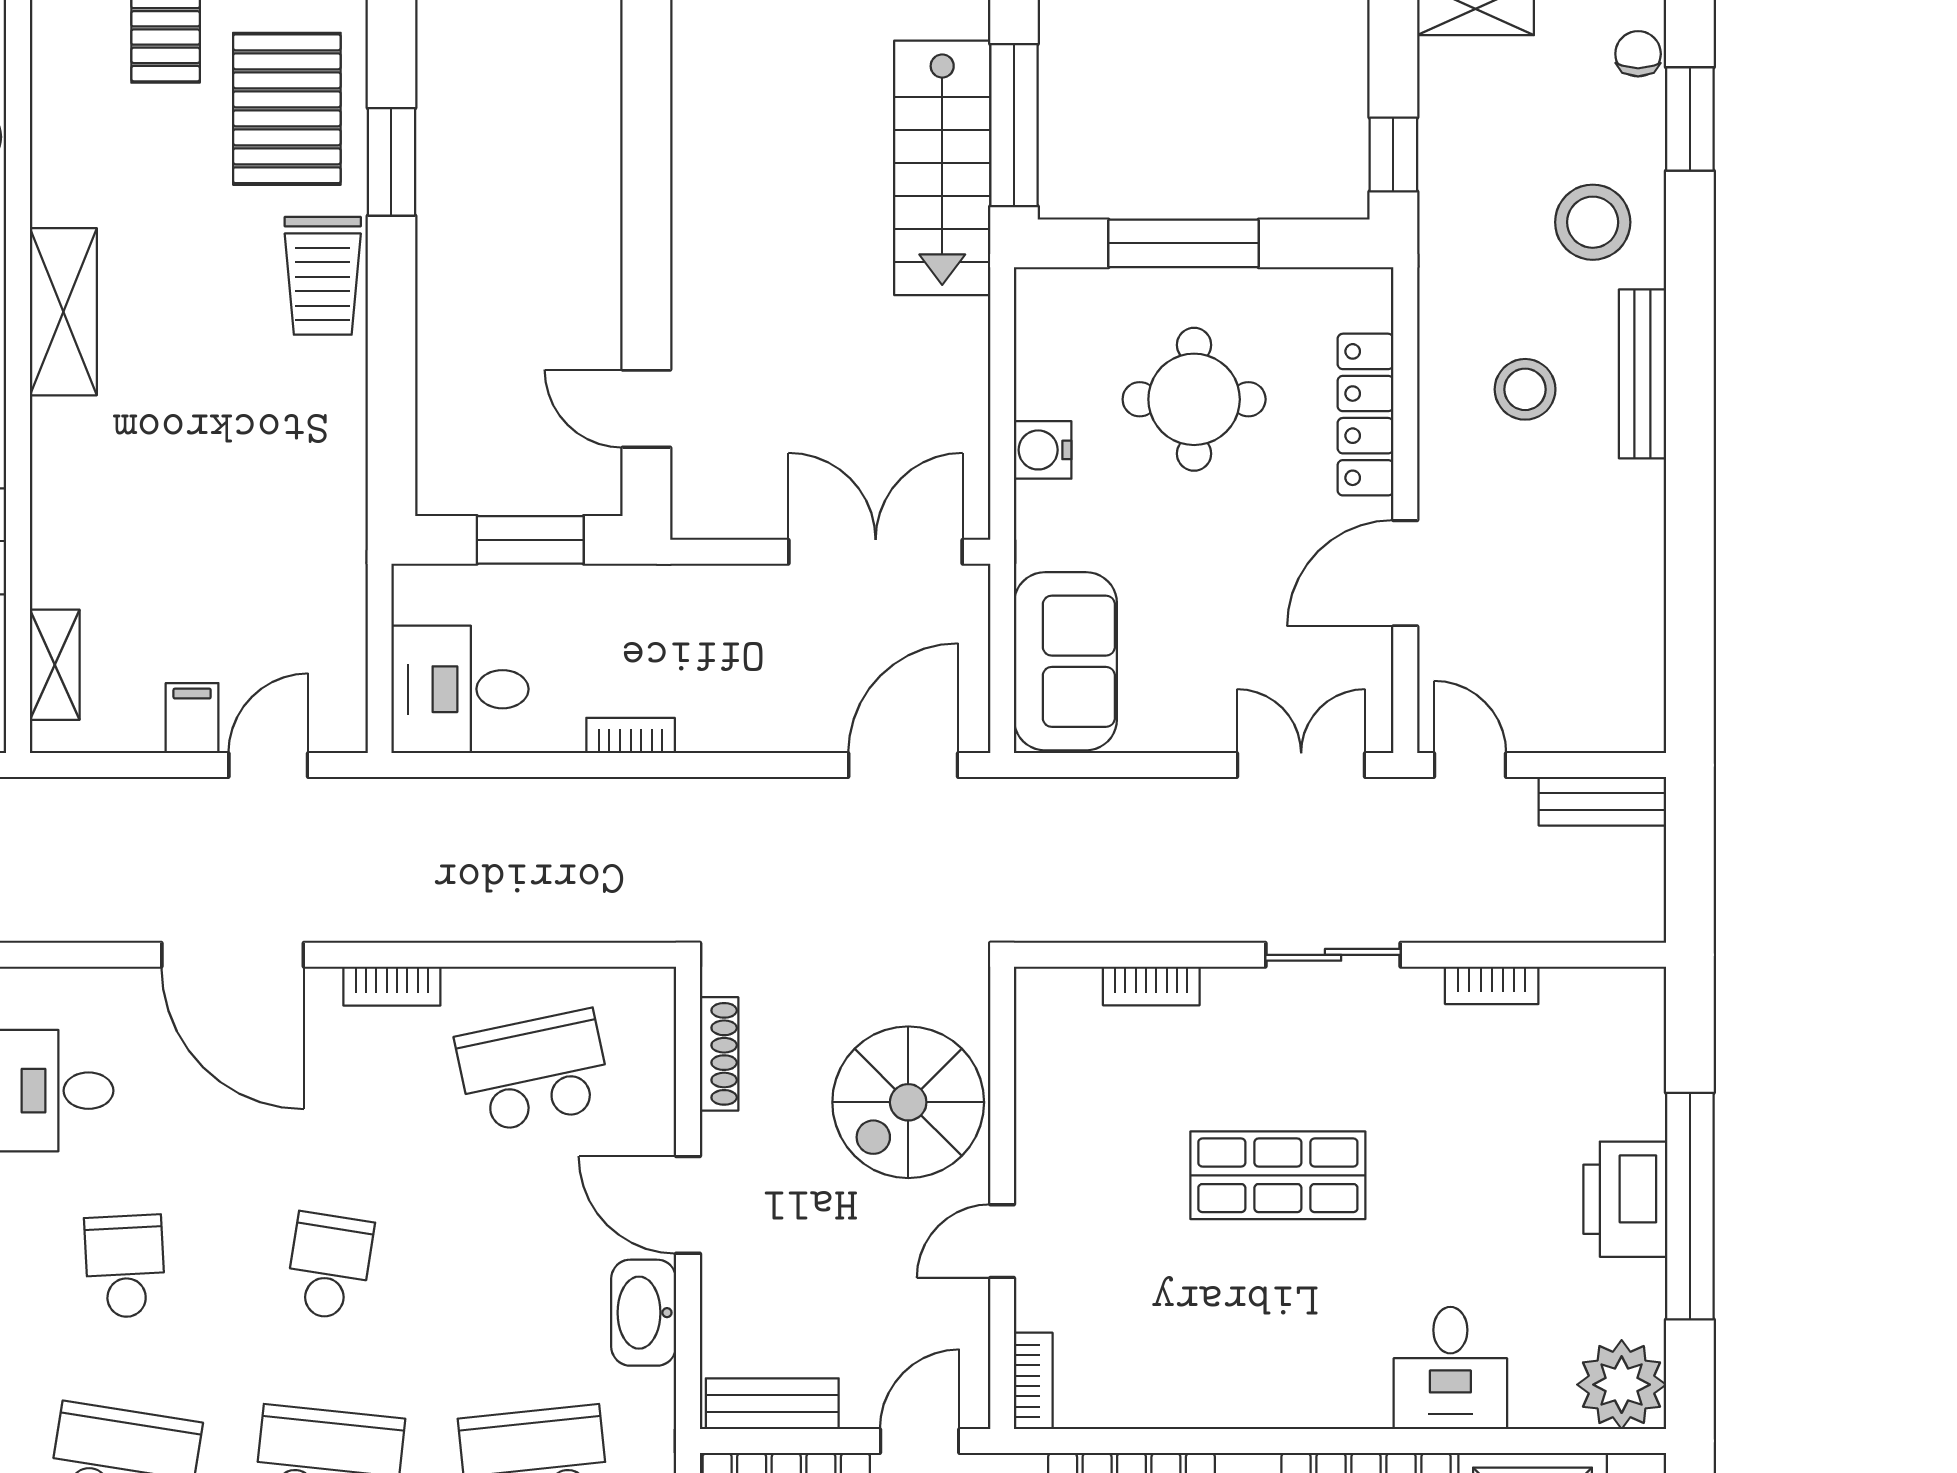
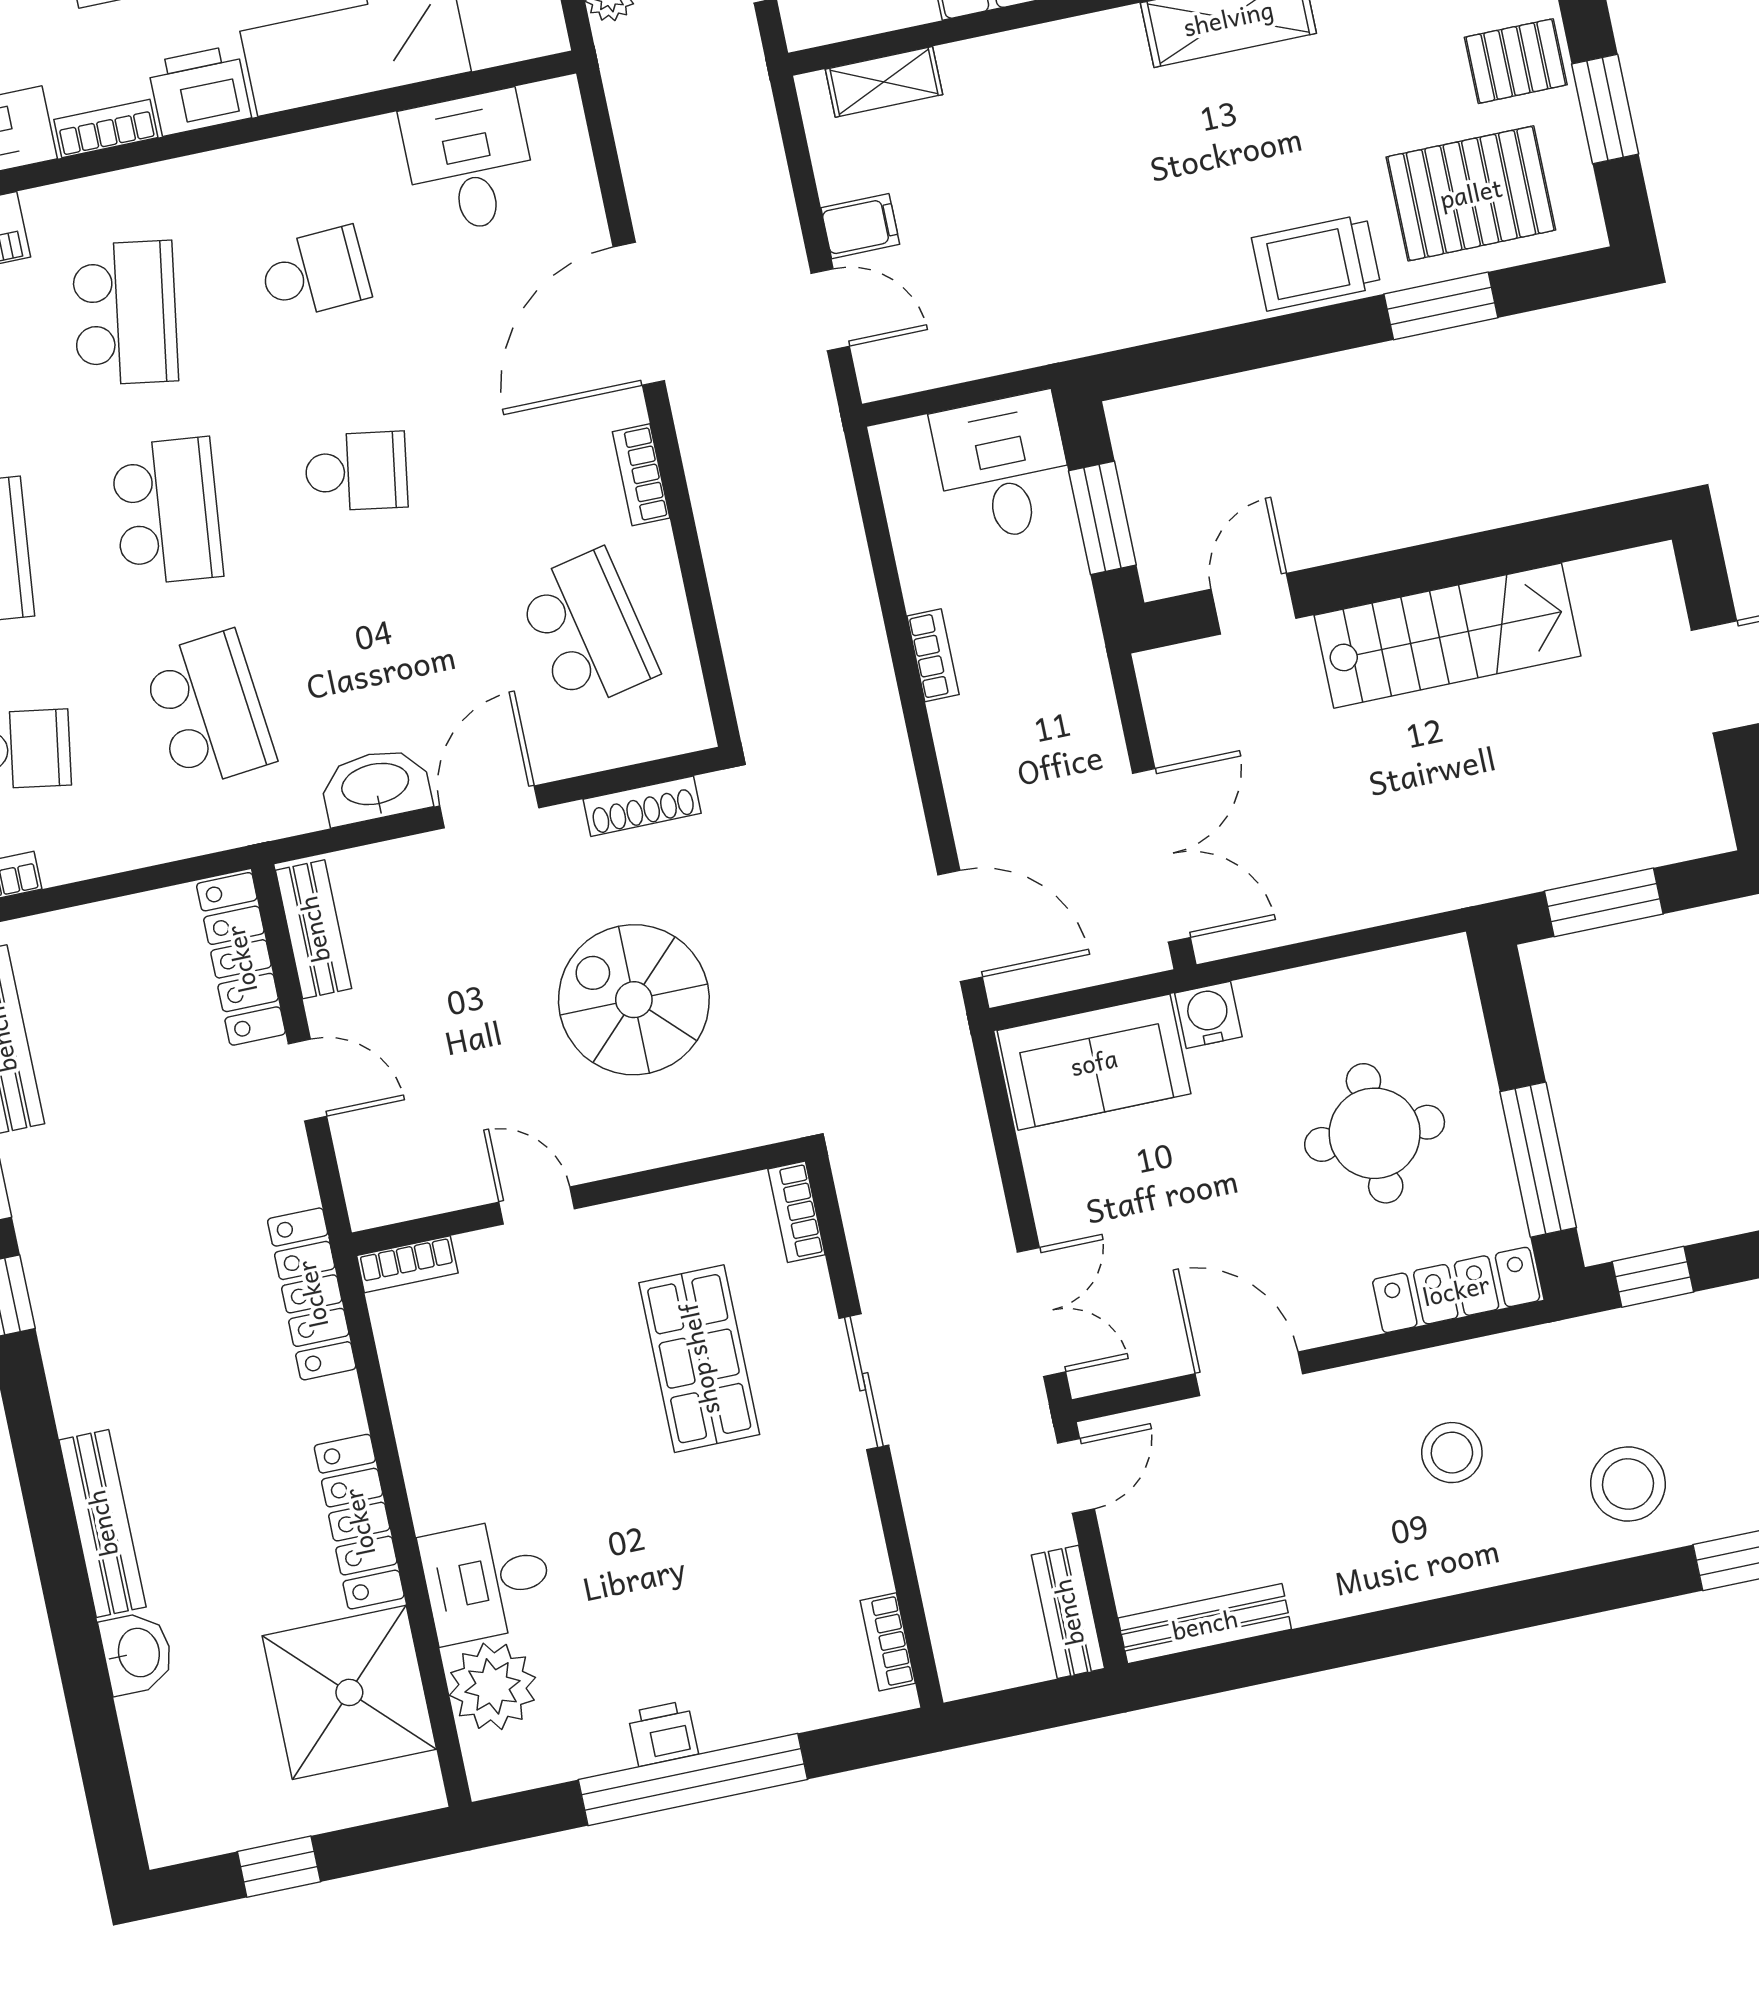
window: (1014, 125) -> (1604, 902), width x0.69
stairs: (942, 168) -> (1448, 636), moved, turned 180
window: (1184, 243) -> (1538, 1160), moved
bench: (1642, 374) -> (1205, 1624), moved
locker: (1365, 415) -> (1456, 1290), moved
water cooler: (1043, 450) -> (1208, 1015), moved
desk: (460, 689) -> (1003, 468), moved
bookcase: (1492, 985) -> (888, 1642), moved
shop shelf: (1278, 1175) -> (699, 1359), moved
wall: (1002, 1198) -> (579, 1197), moved
printer: (1625, 1199) -> (663, 1733), width x0.53, depth x0.68
door: (1002, 1241) -> (537, 1205), moved
bookcase: (1033, 1381) -> (407, 1264), moved
plant: (1622, 1385) -> (492, 1686), moved

